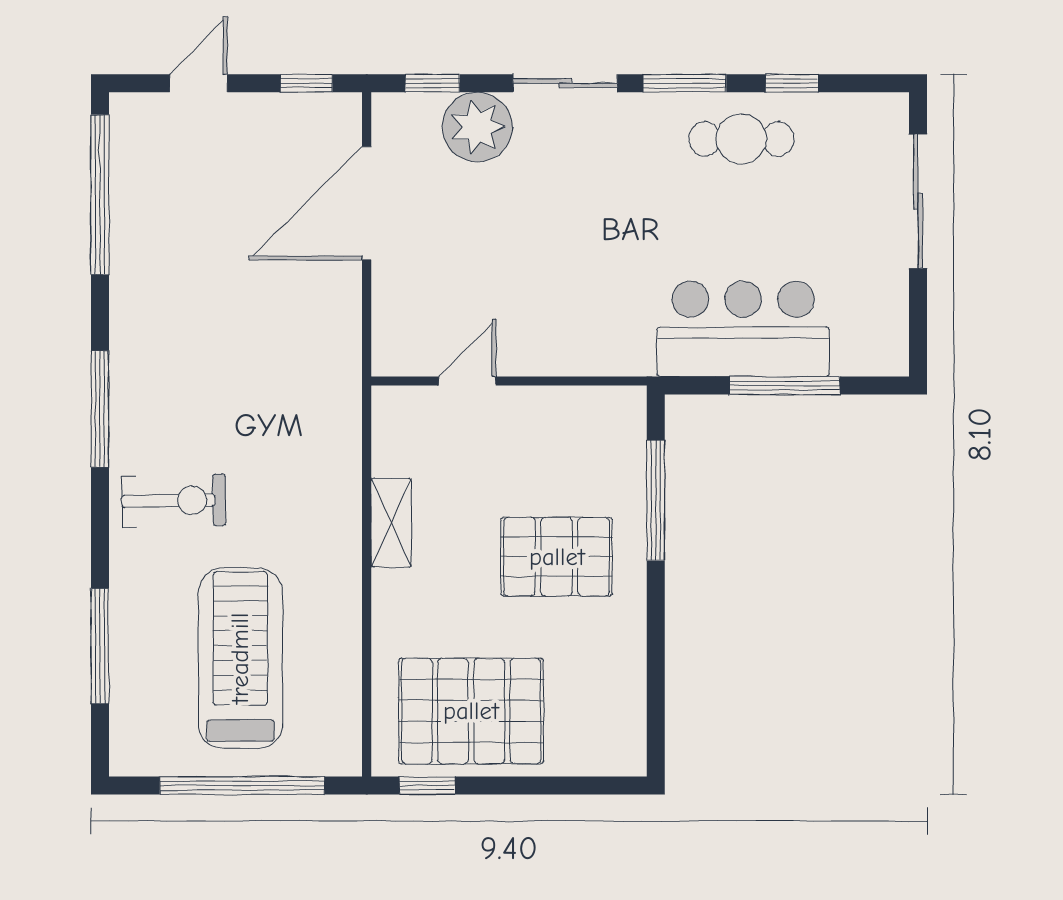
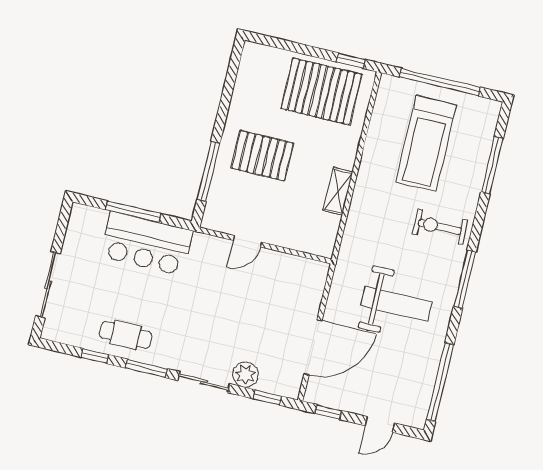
plant: (477, 127) -> (245, 375), width x0.73, depth x0.73
weight bench: (223, 328) -> (396, 304), added
door: (467, 381) -> (247, 241), moved

